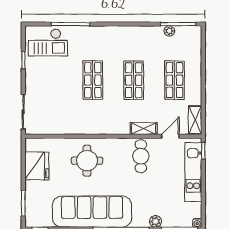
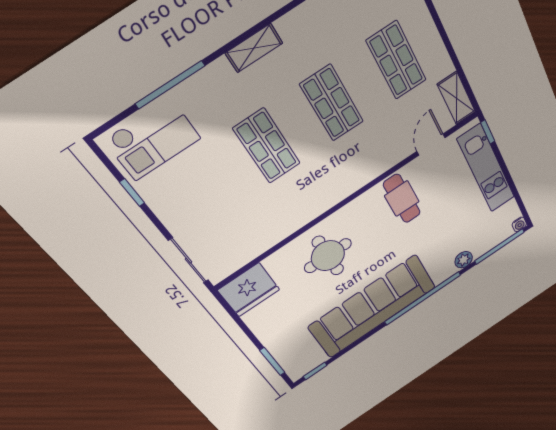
shelving: (144, 129) -> (254, 48), moved
fridge: (37, 166) -> (249, 290), moved, turned 90

